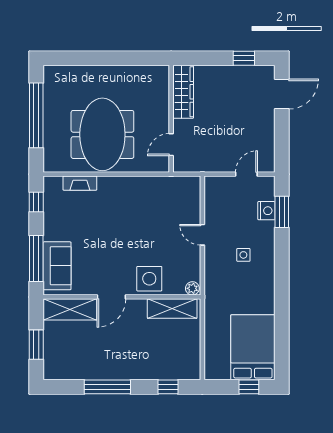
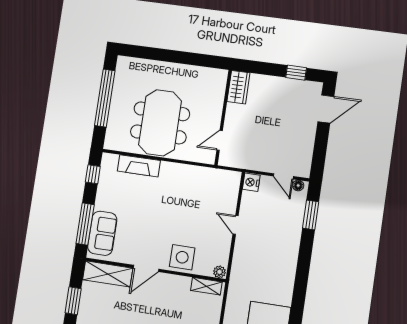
wardrobe: (183, 92) -> (238, 87), width x0.67
door: (246, 174) -> (283, 176), swing flipped
floor lamp: (264, 182) -> (298, 185), added
fireplace: (80, 183) -> (139, 166), width x1.37, depth x1.32
nightstand: (266, 211) -> (251, 182), moved, turned 180
side table: (243, 255) -> (270, 249), removed
shelving: (172, 309) -> (206, 286), width x0.67, depth x0.75

